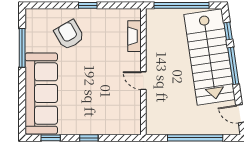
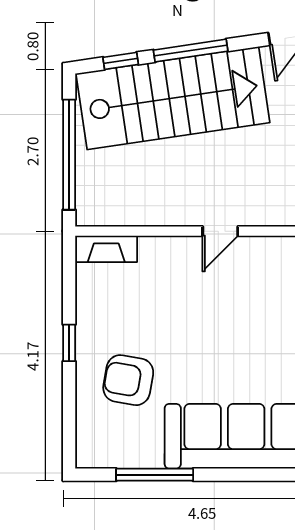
armchair: (69, 35) -> (128, 380), turned 40
fireplace: (135, 36) -> (106, 249), moved

